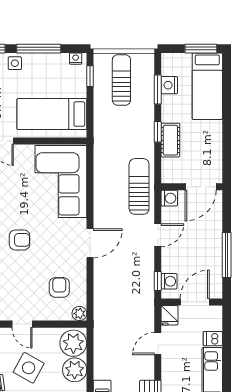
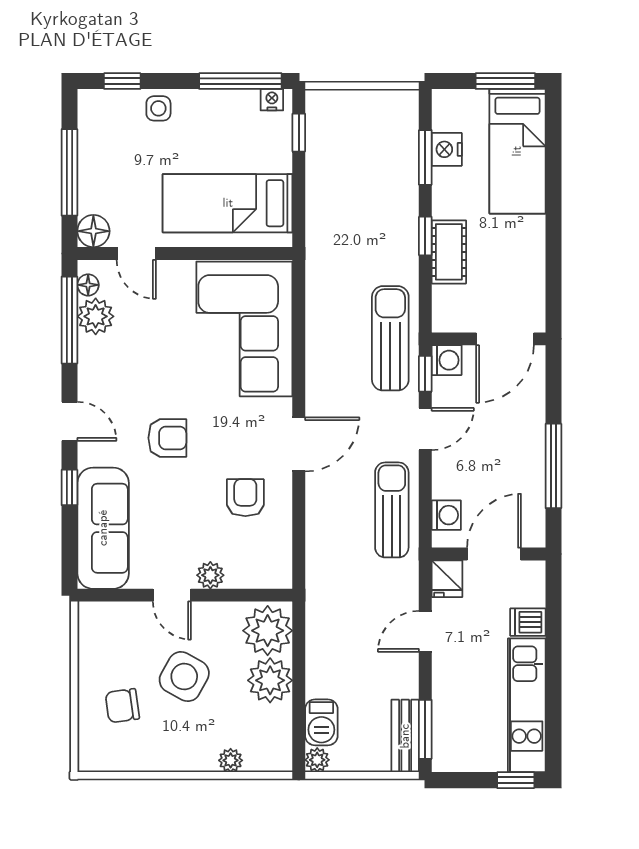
window: (39, 49) -> (240, 81), moved
sun lounger: (121, 80) -> (392, 510), moved
window: (158, 281) -> (425, 374), moved
armchair: (59, 287) -> (245, 498), moved
plant: (79, 314) -> (210, 575), moved

